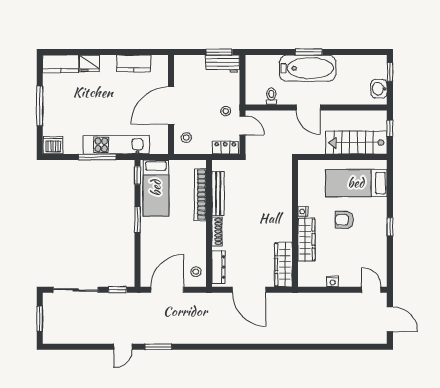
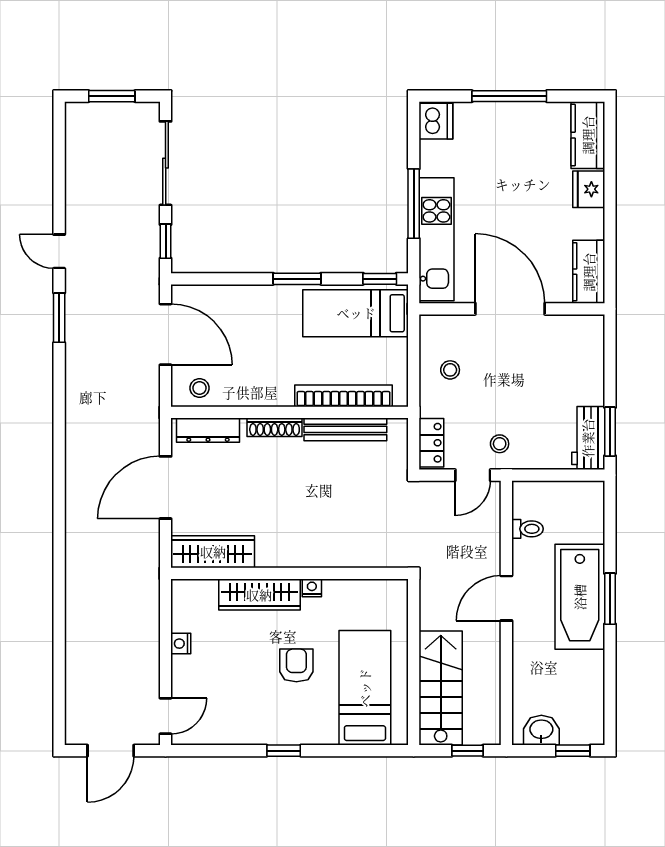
wall: (171, 105) -> (512, 309), moved
door: (171, 106) -> (510, 309), moved

